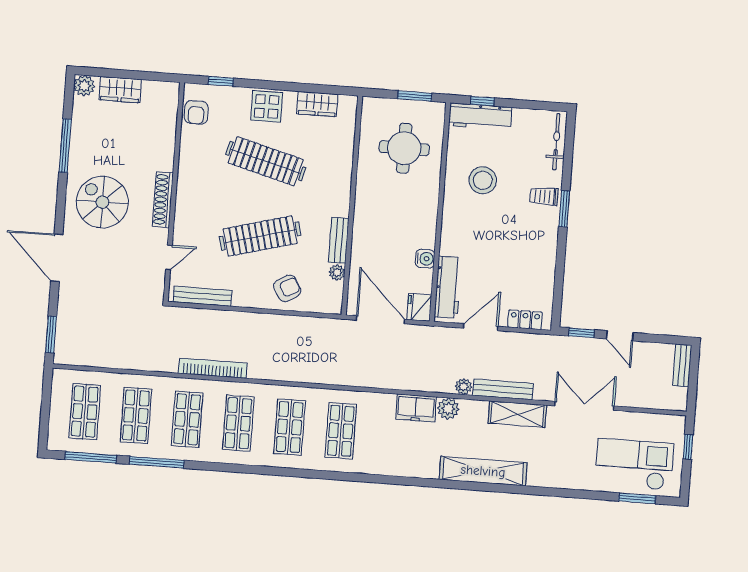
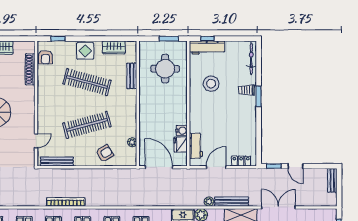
shoe rack: (163, 200) -> (30, 69), moved
bench: (339, 240) -> (132, 76), moved
workbench: (448, 287) -> (196, 146), width x0.73
fridge: (419, 307) -> (180, 144), moved

